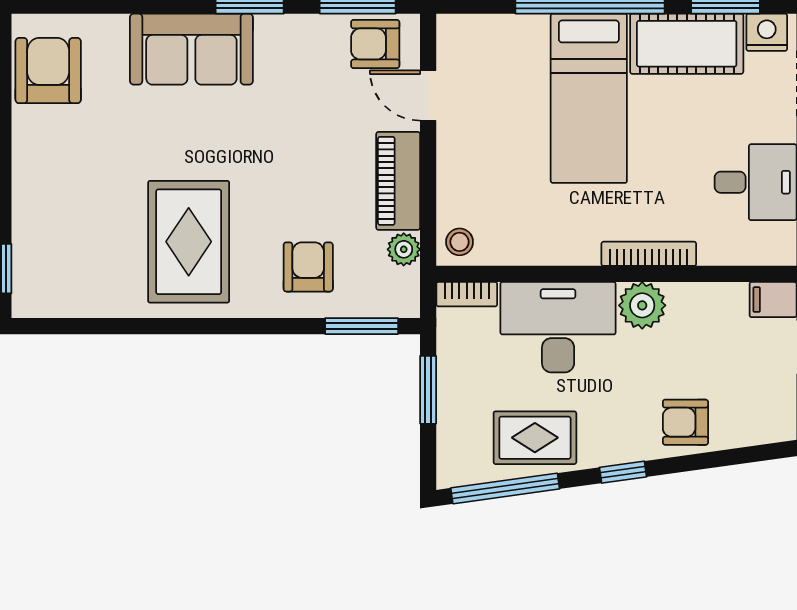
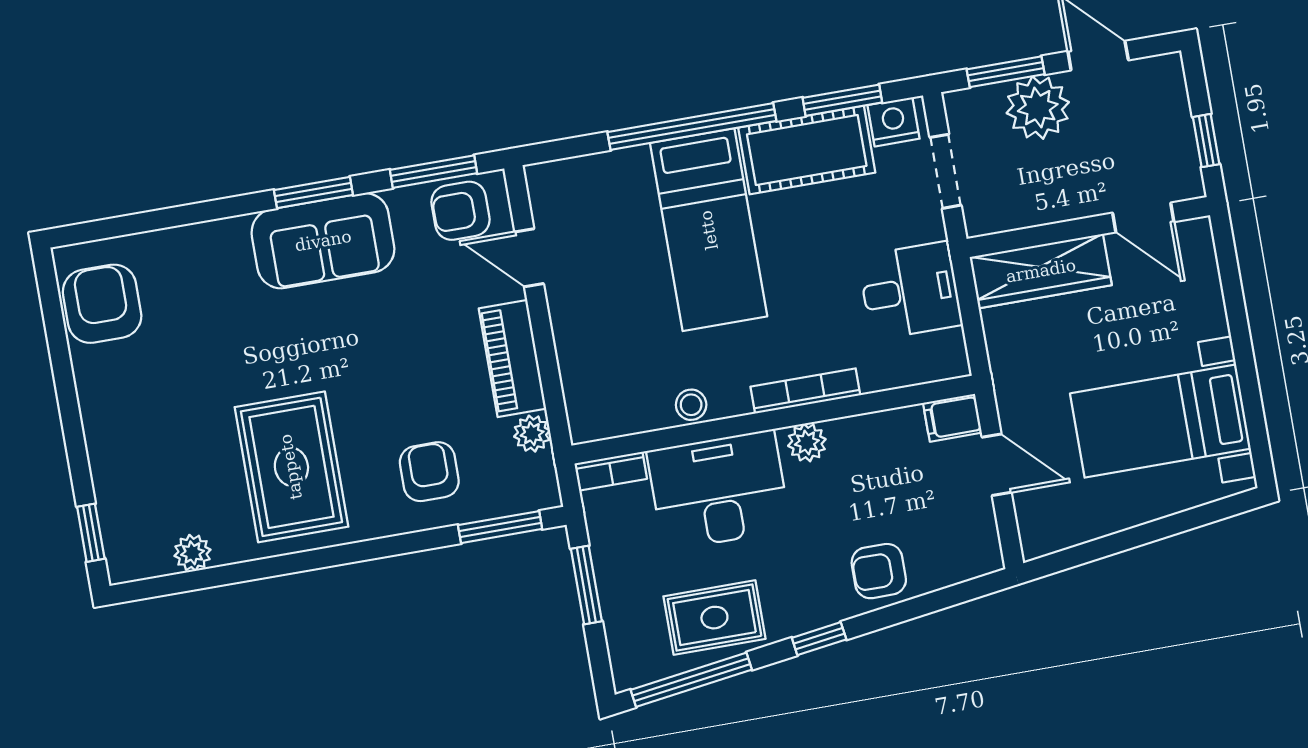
sofa: (191, 49) -> (323, 241), moved
stool: (460, 242) -> (691, 405), moved
plant: (89, 302) -> (193, 553), added
plant: (642, 305) -> (807, 443), width x0.73, depth x0.73

